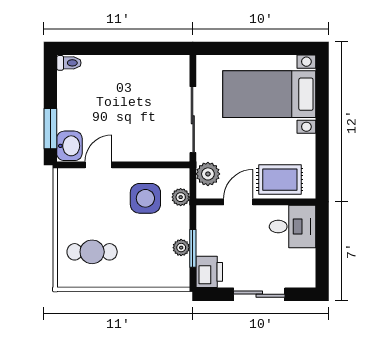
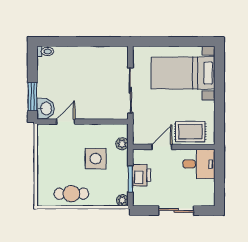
plant: (208, 174) -> (141, 128), removed
side table: (145, 198) -> (96, 159), moved
plant: (181, 248) -> (122, 200), moved
cafe table: (92, 252) -> (71, 194), moved
printer: (209, 272) -> (142, 175), moved

